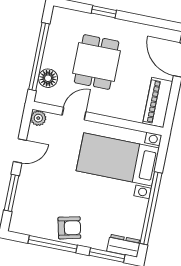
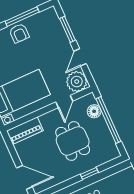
piano: (158, 102) -> (25, 131), moved, turned 90
plant: (38, 118) -> (77, 82), width x1.88, depth x1.88
armchair: (69, 228) -> (19, 33), turned -77

